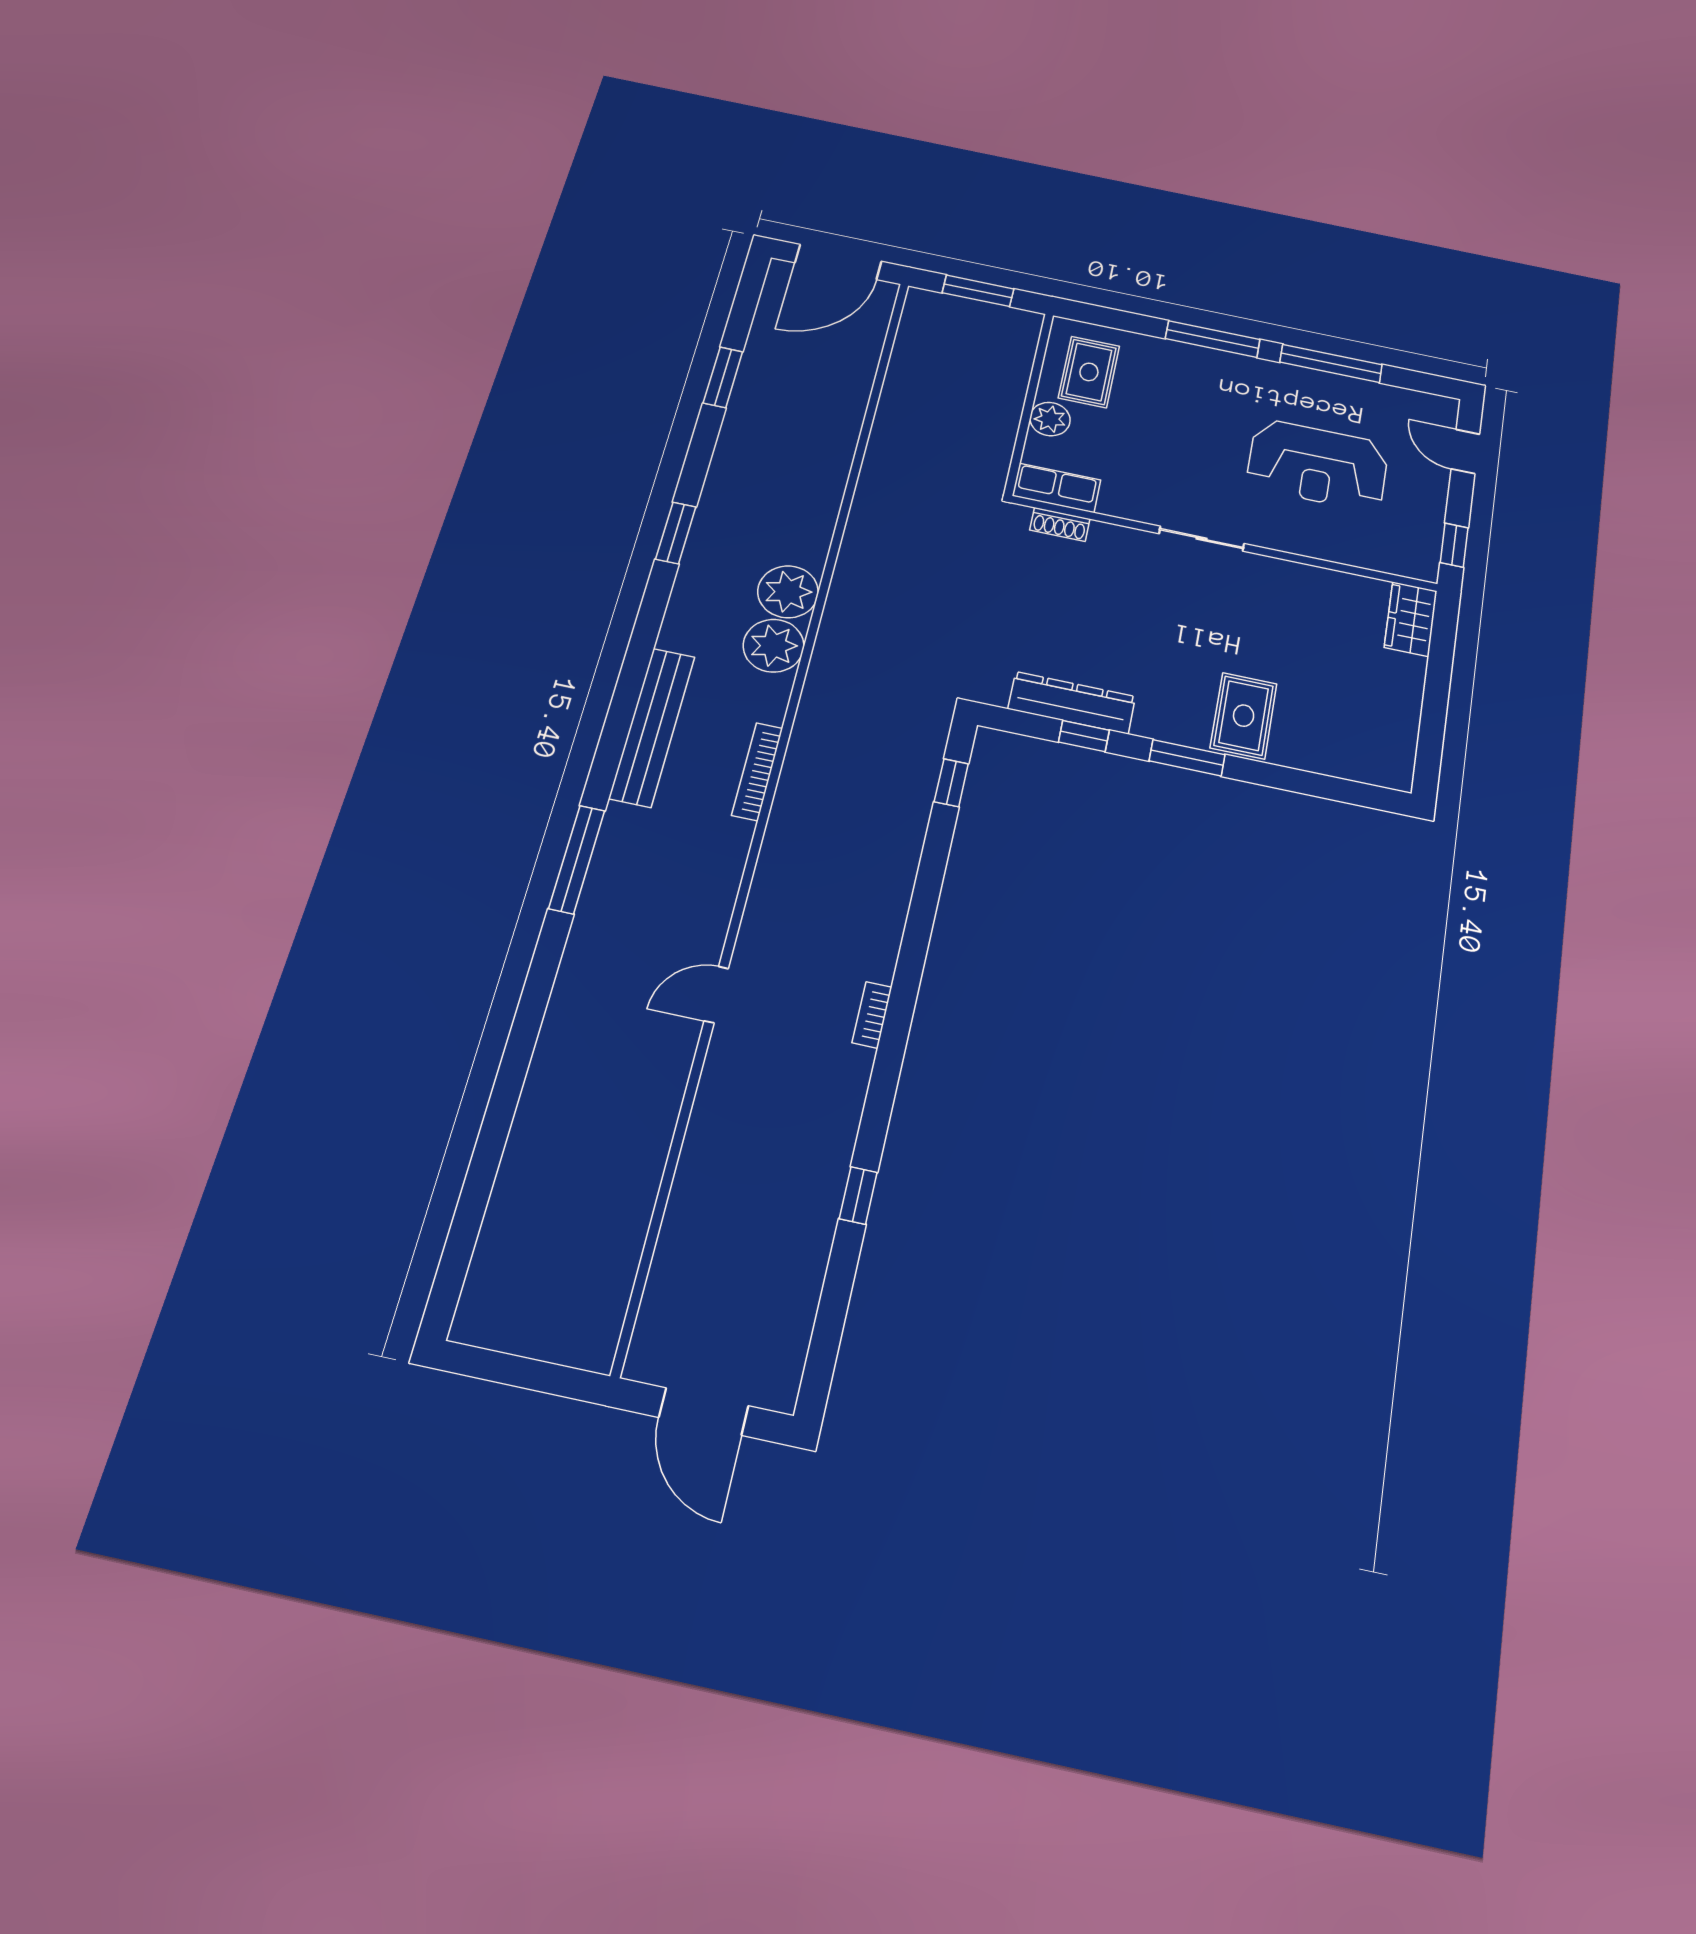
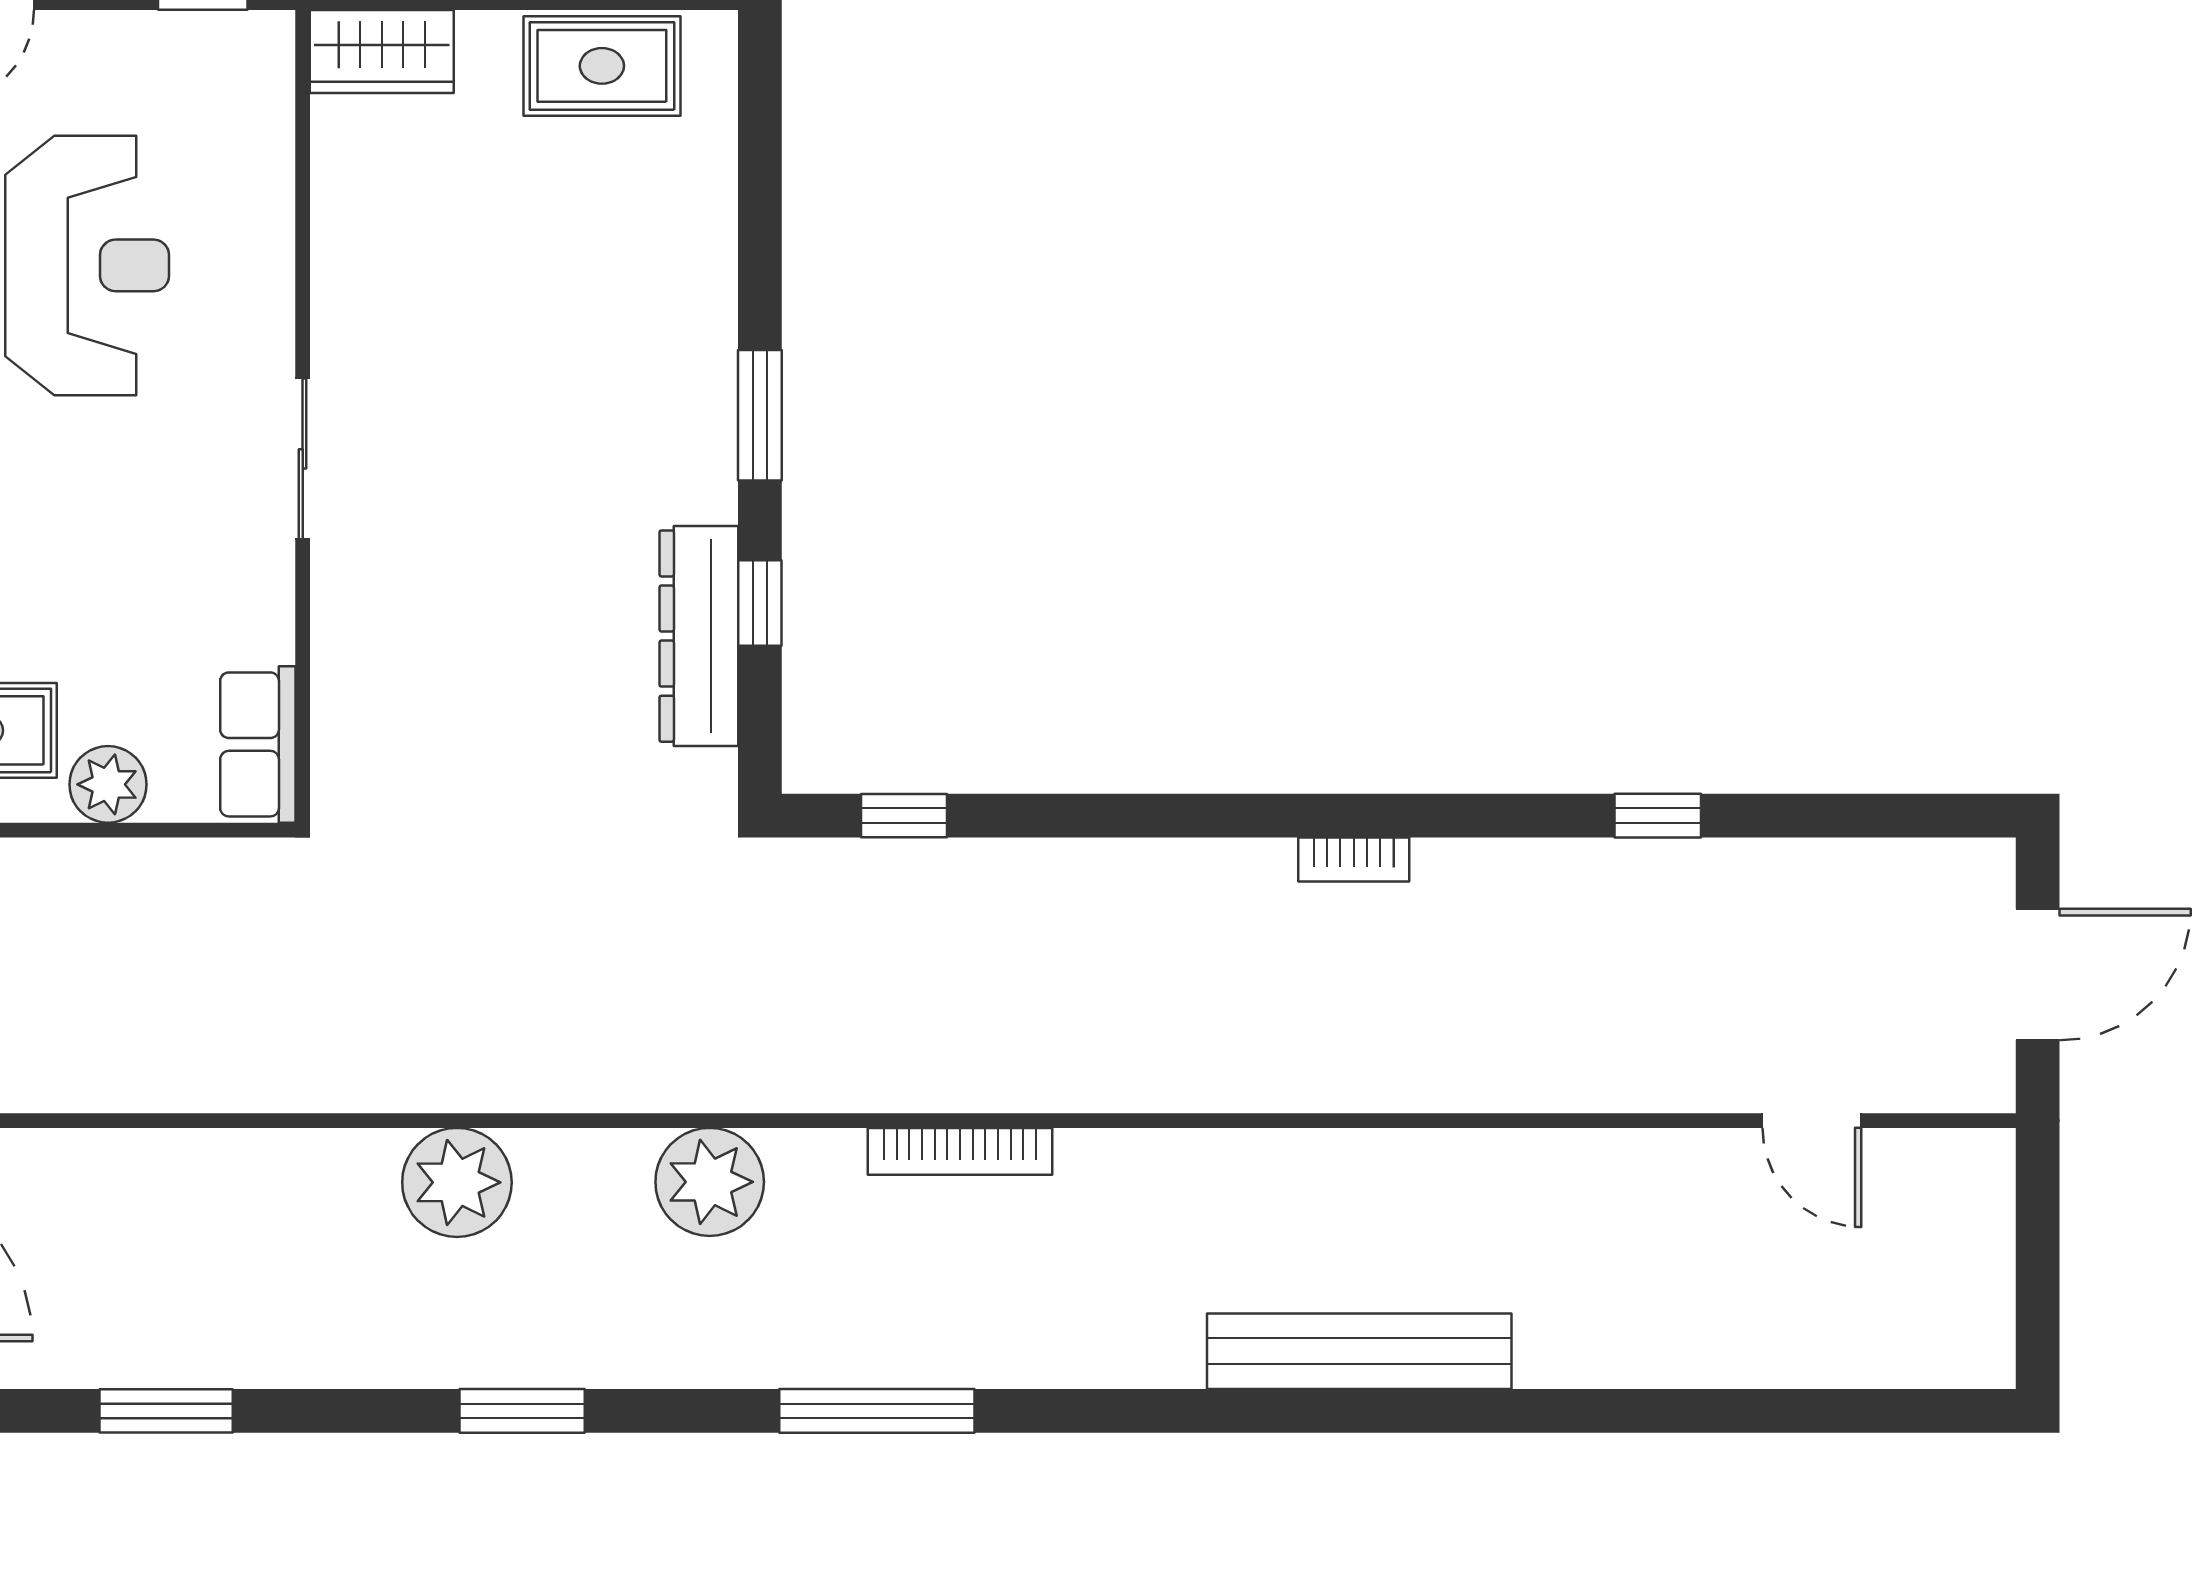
shoe rack: (1060, 524) -> (335, 724), removed
plant: (788, 592) -> (457, 1182), moved
rug: (1244, 716) -> (602, 66), moved
bench: (652, 727) -> (1359, 1351), moved
window: (577, 859) -> (877, 1411), moved
door: (716, 995) -> (1812, 1121), moved

